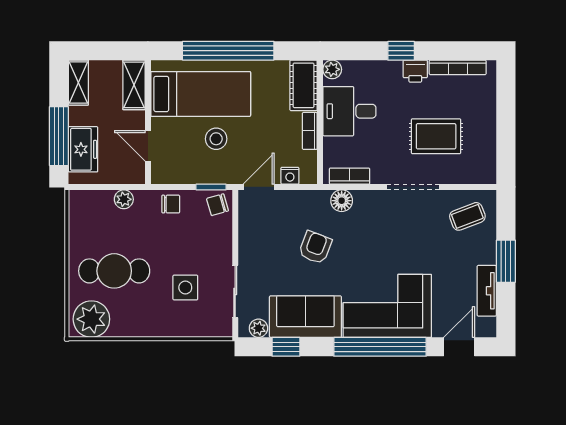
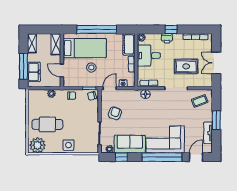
printer: (415, 71) -> (167, 38), moved
double door: (506, 128) -> (216, 63), added
armchair: (315, 247) -> (115, 113), moved
side table: (185, 288) -> (68, 145), moved

